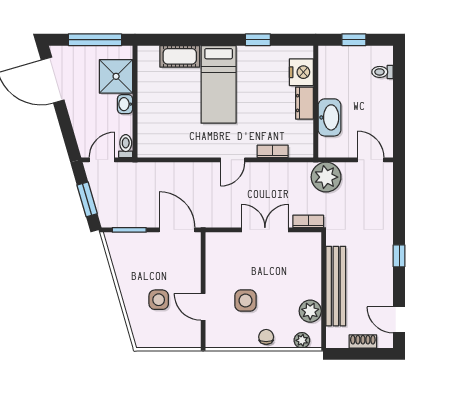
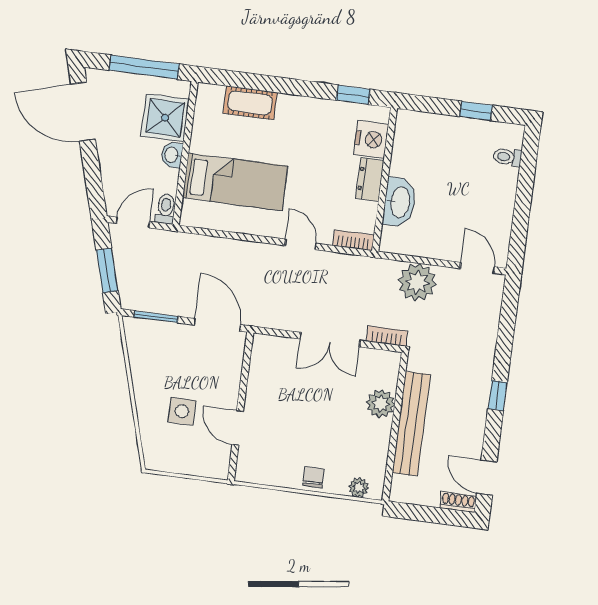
nightstand: (301, 72) -> (371, 139), moved
bed: (219, 84) -> (235, 182), moved, turned -90
wall: (316, 102) -> (385, 179), moved
dresser: (305, 103) -> (370, 180), moved
washbasin: (330, 117) -> (399, 202), moved
door: (233, 160) -> (301, 244), swing flipped
double door: (265, 230) -> (330, 340), swing flipped
side table: (245, 301) -> (293, 427), removed
plant: (310, 311) -> (381, 404), moved
shoe rack: (363, 341) -> (458, 502), moved

